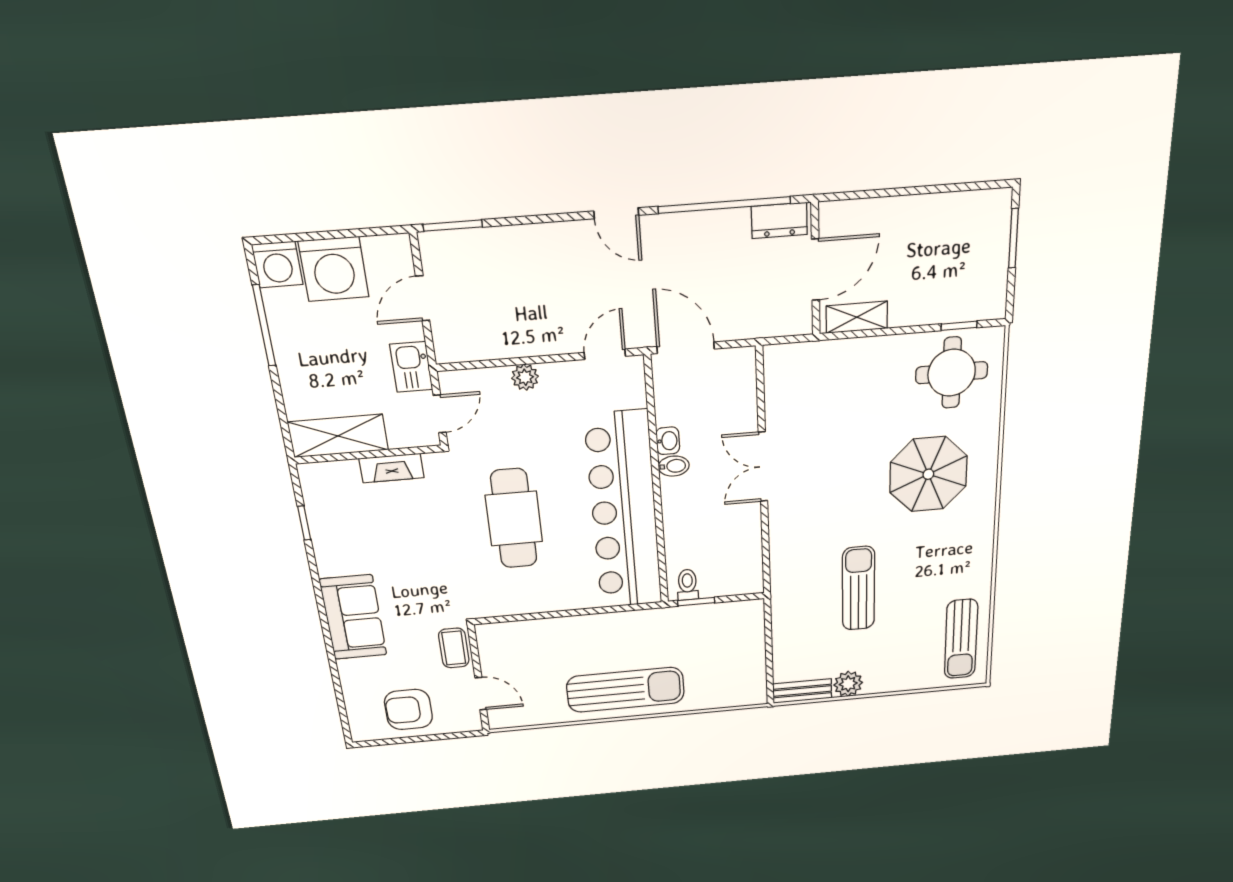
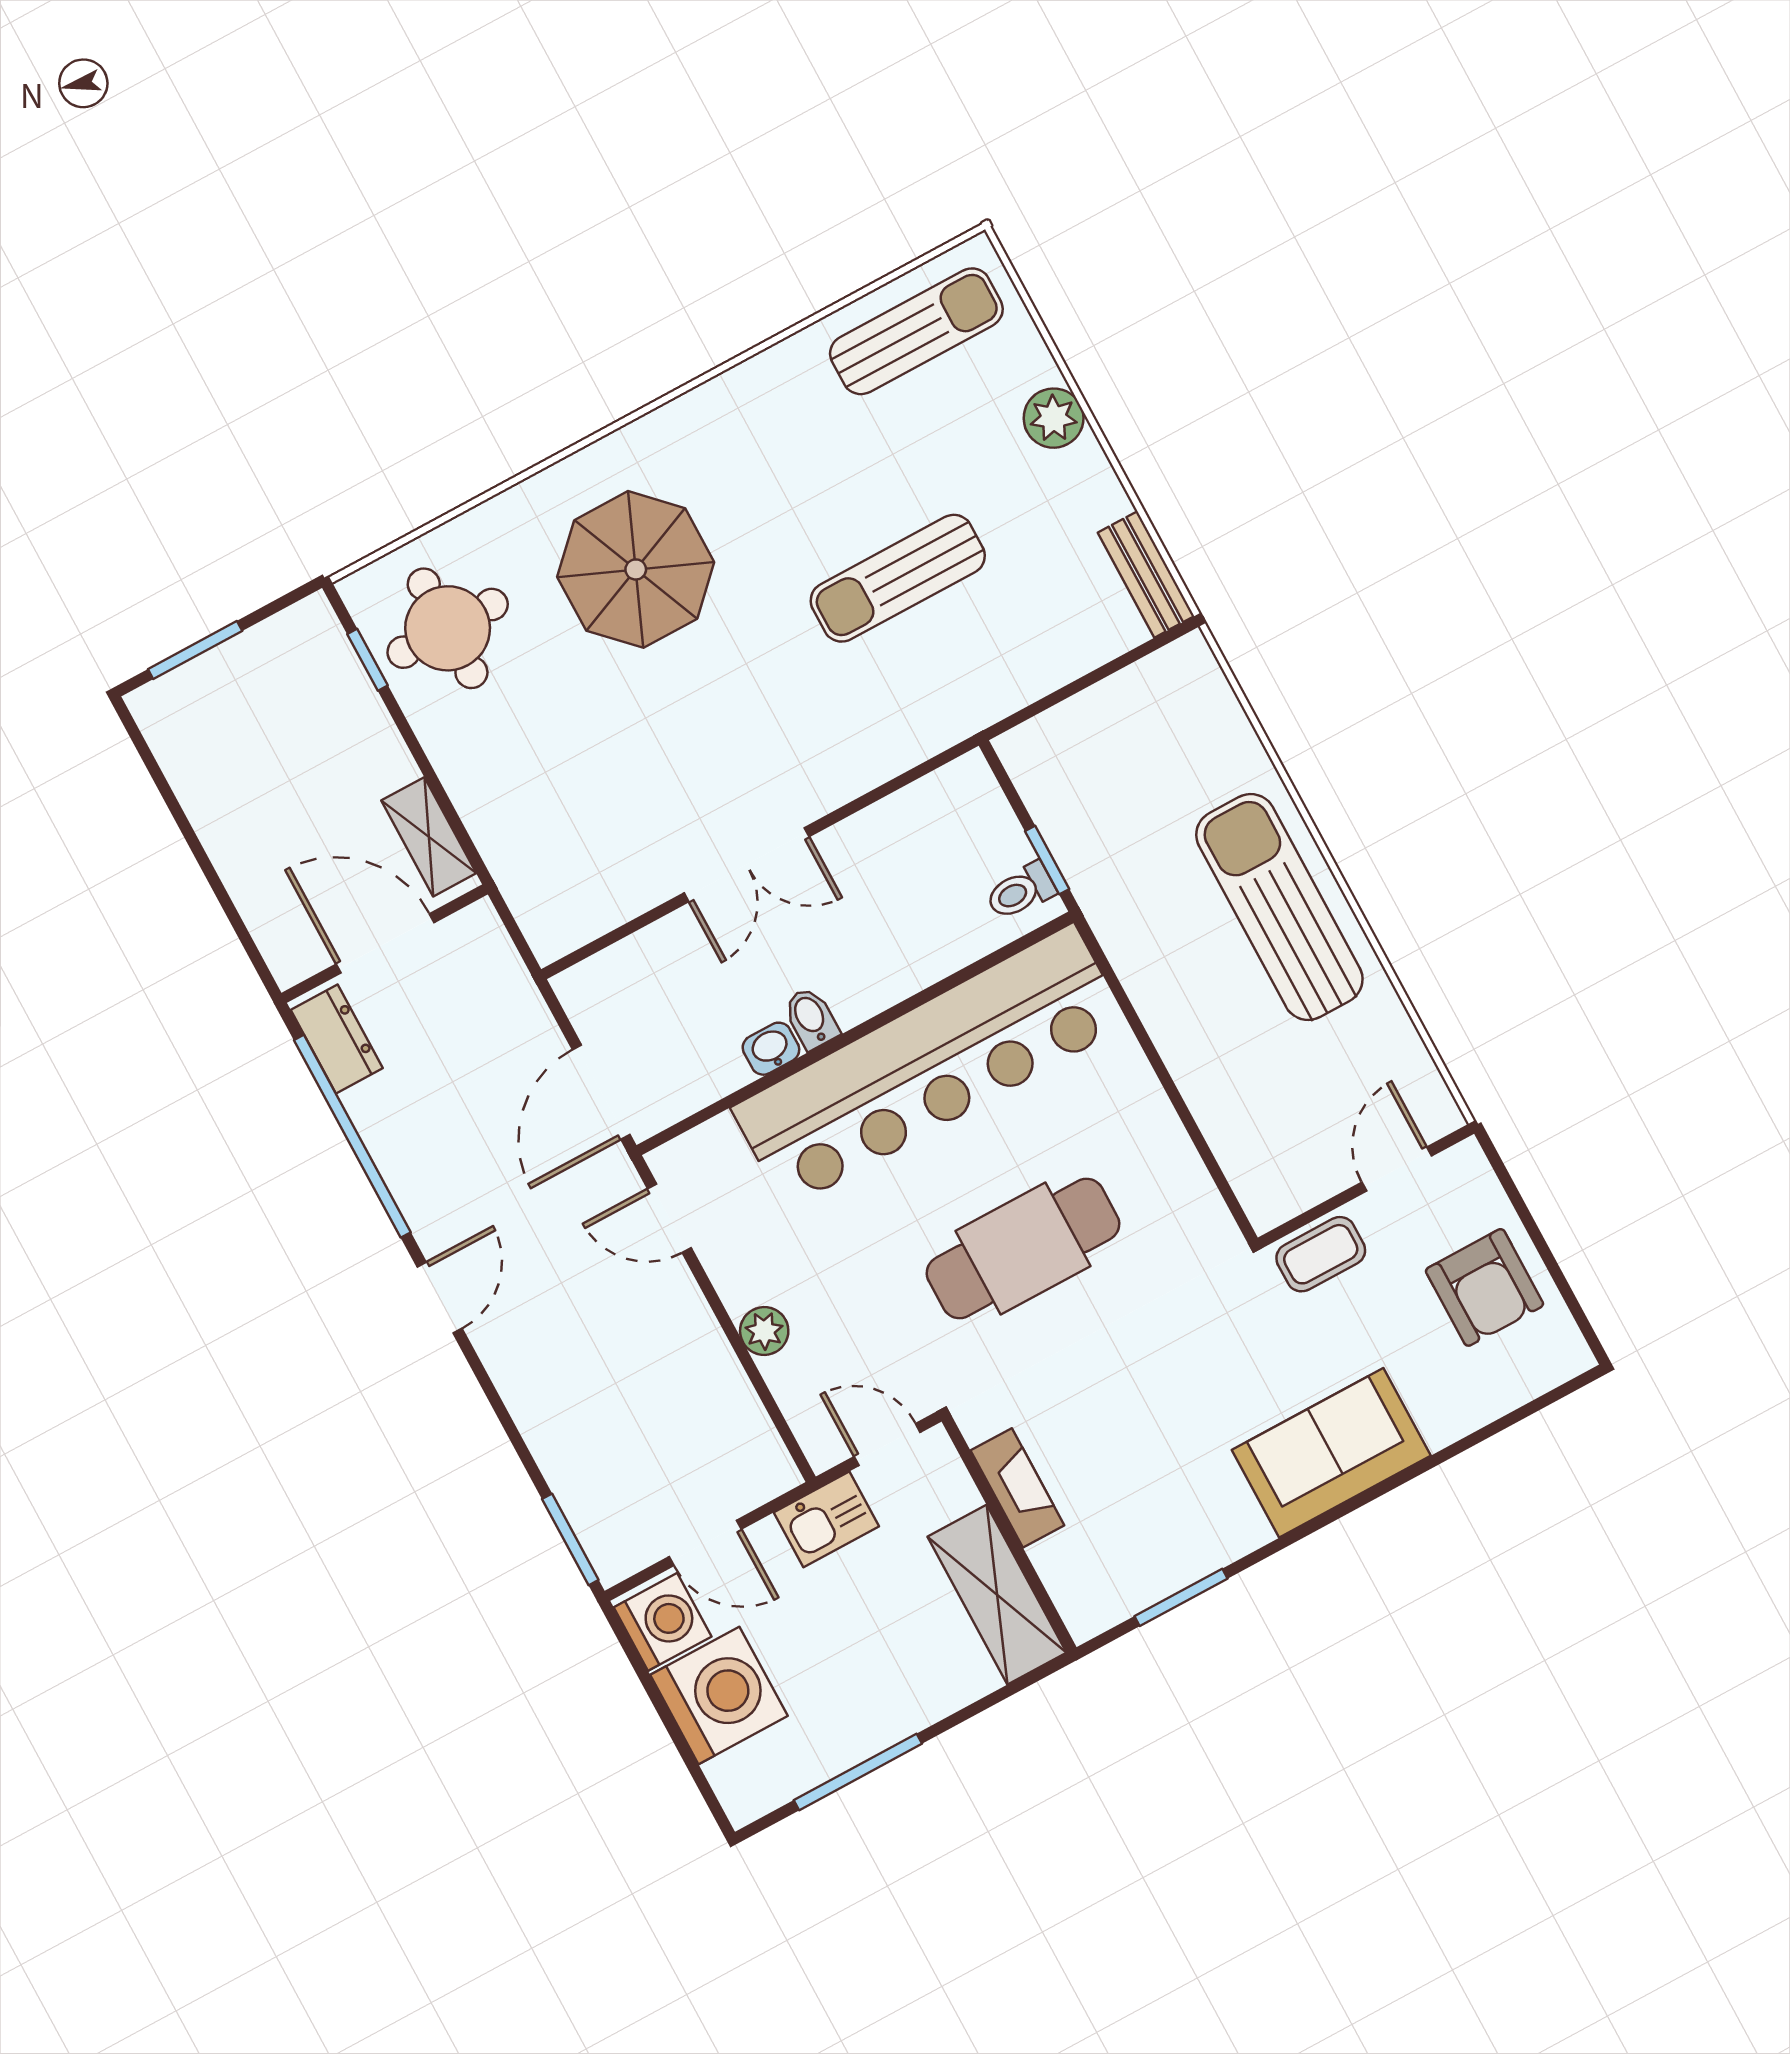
washing machine: (277, 265) -> (663, 1622), moved
window: (304, 523) -> (1181, 1597), width x1.50
plant: (848, 684) -> (1054, 418), moved

